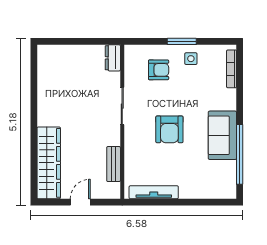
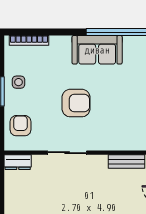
armchair: (159, 70) -> (20, 126), moved
armchair: (169, 129) -> (76, 103), moved

